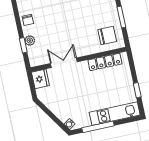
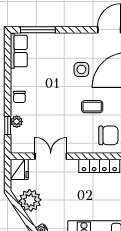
coffee table: (89, 15) -> (92, 107), added
plant: (55, 102) -> (30, 200), added

